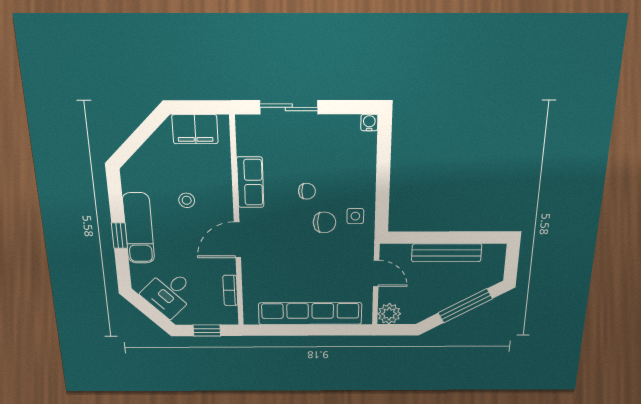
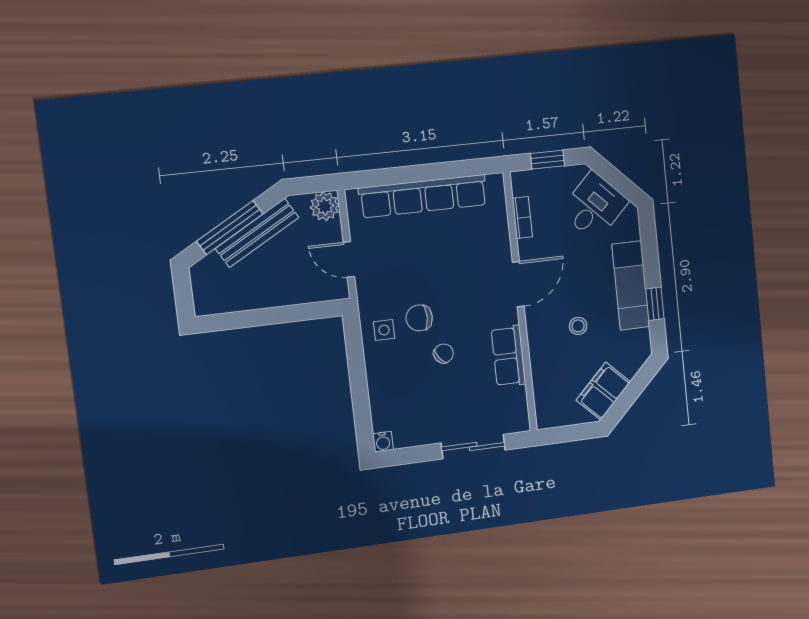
filing cabinet: (195, 129) -> (603, 391), moved, turned -45
chair: (307, 191) -> (444, 353), turned 142
window: (119, 236) -> (655, 304), moved
bench: (447, 253) -> (257, 233), moved, turned -30

